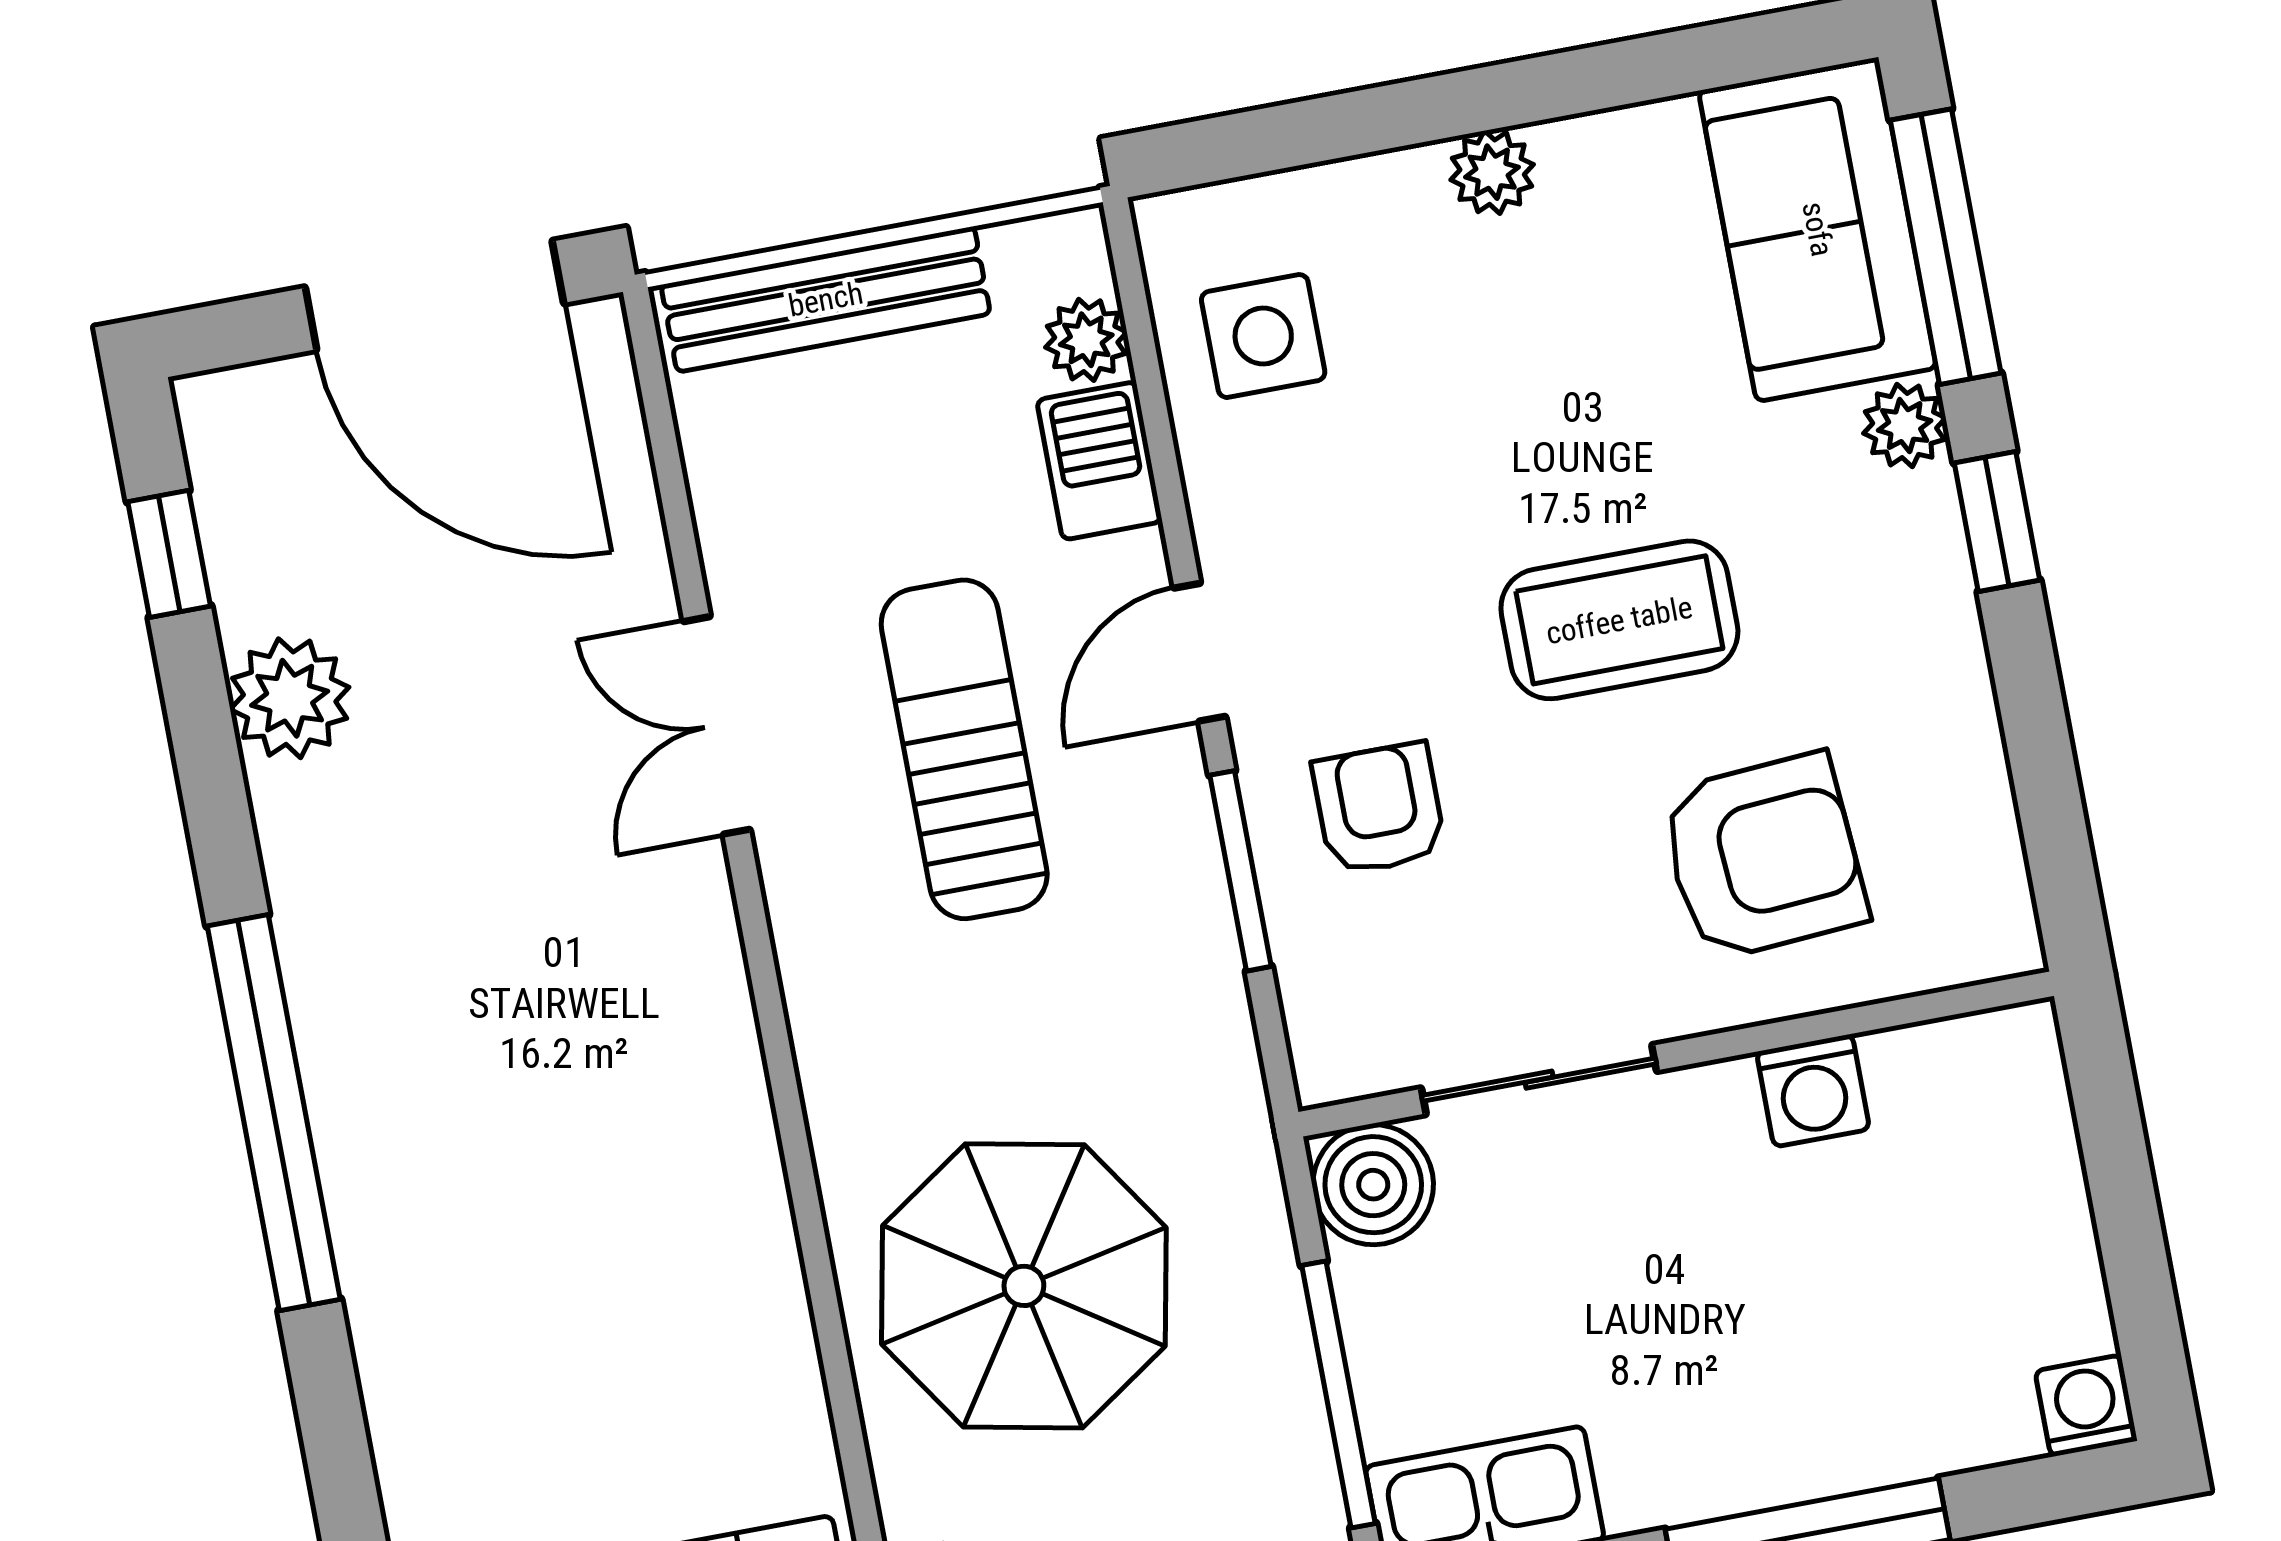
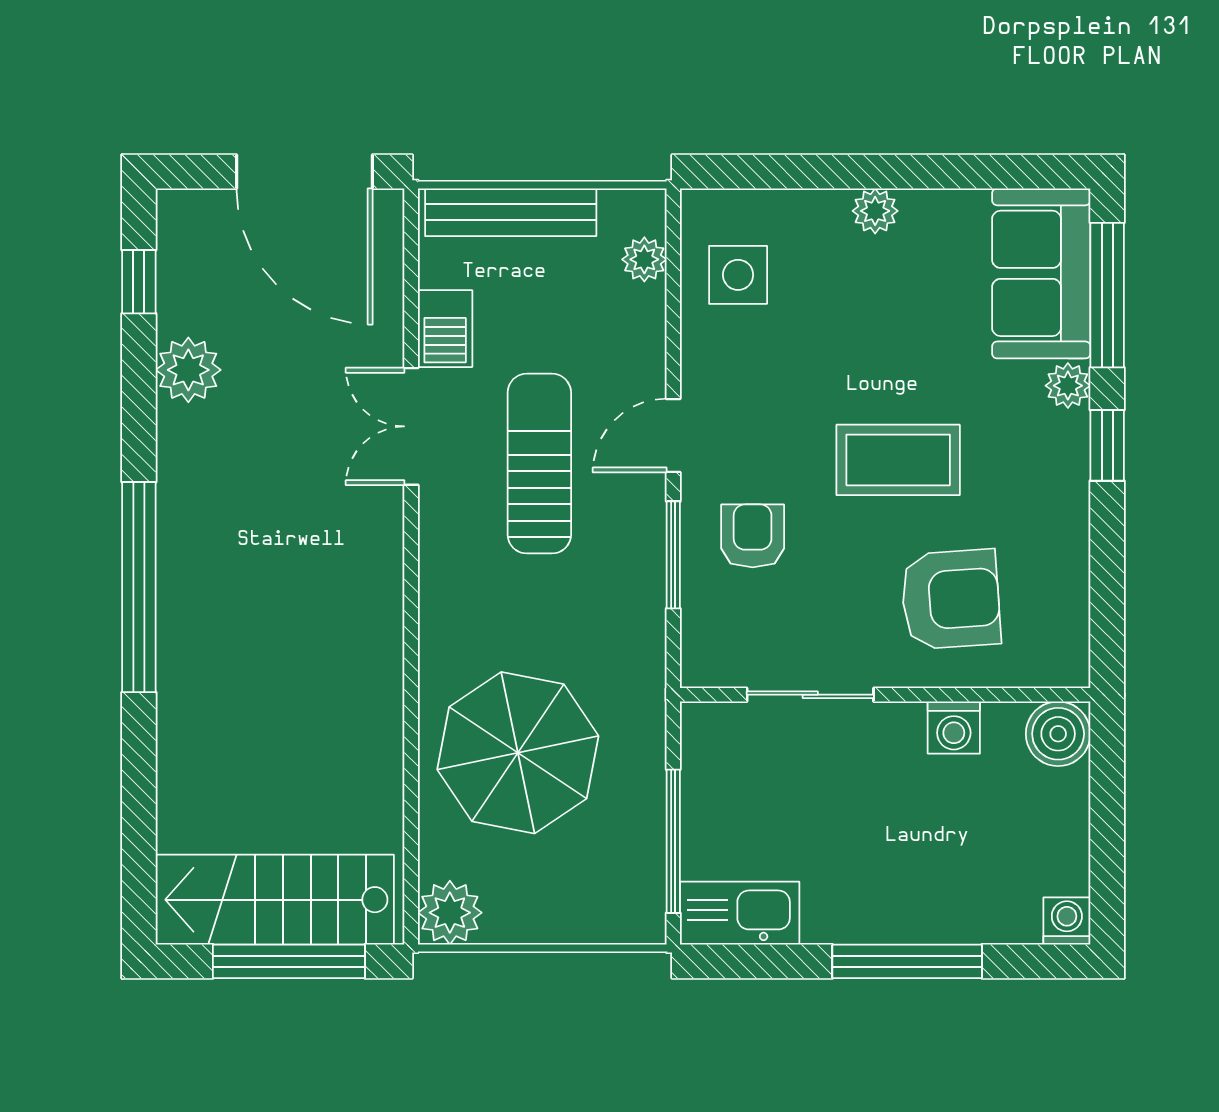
barbecue: (1099, 461) -> (445, 329), moved, turned 180
boiler: (1373, 1185) -> (1058, 734), moved

